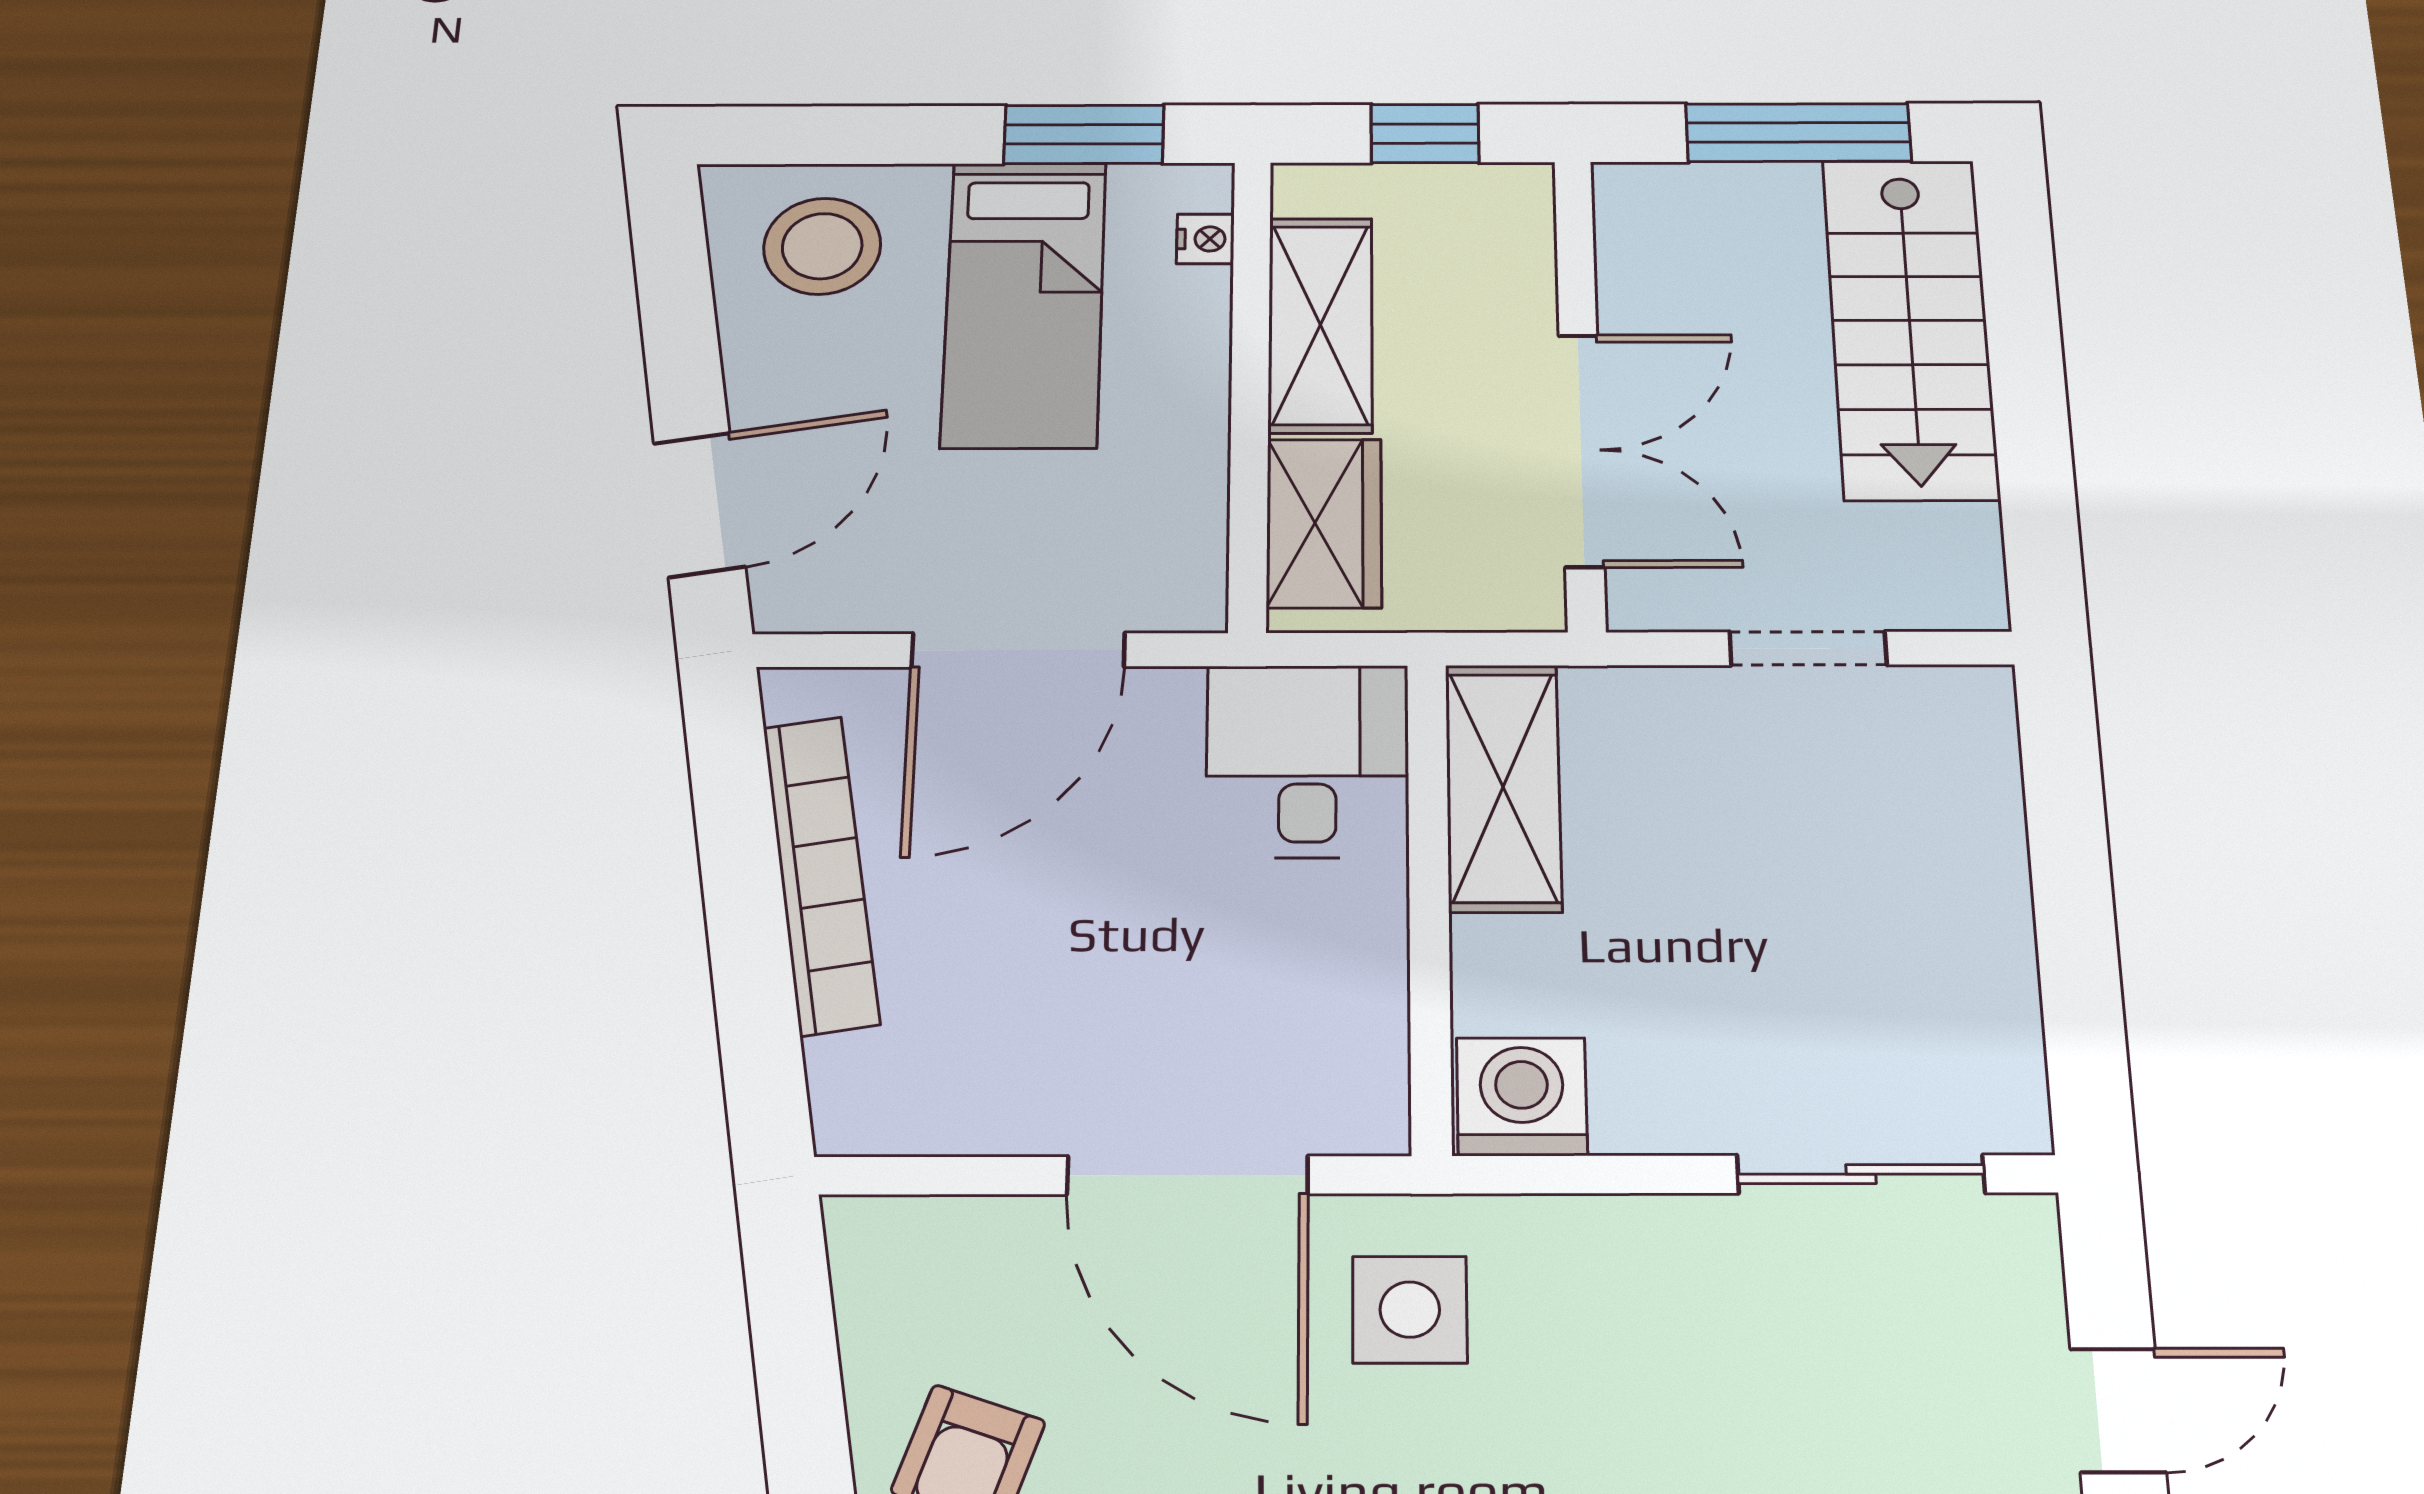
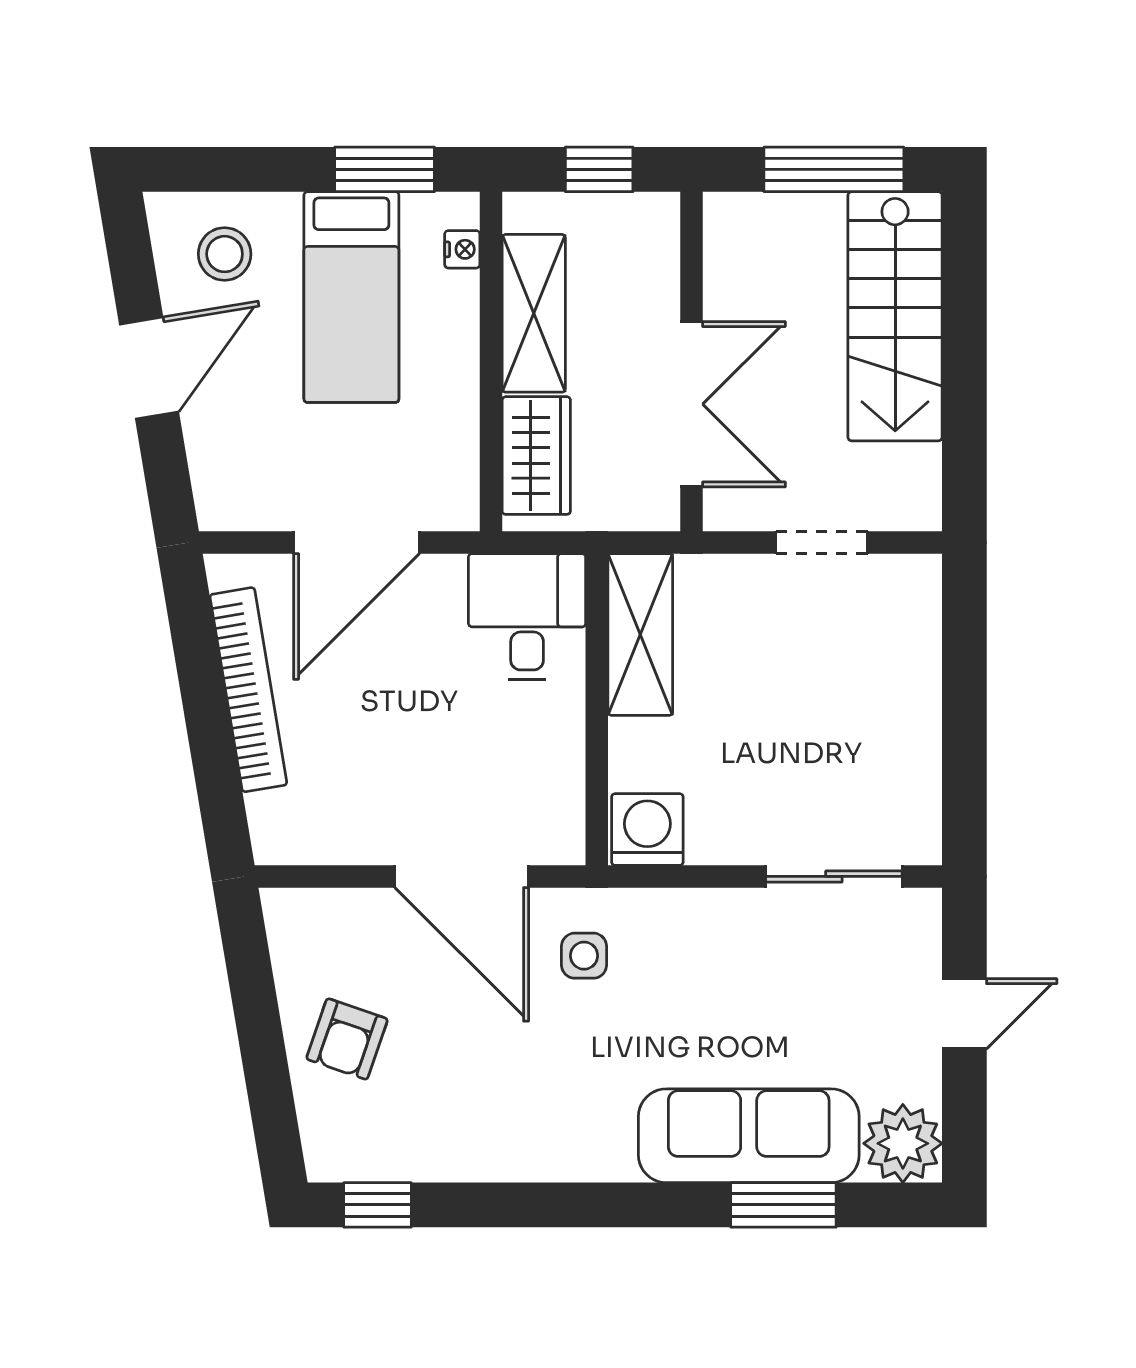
stool: (822, 246) -> (225, 254), width x0.73, depth x0.73
door: (699, 505) -> (149, 368), moved
side table: (1410, 1310) -> (584, 956), width x0.73, depth x0.73

